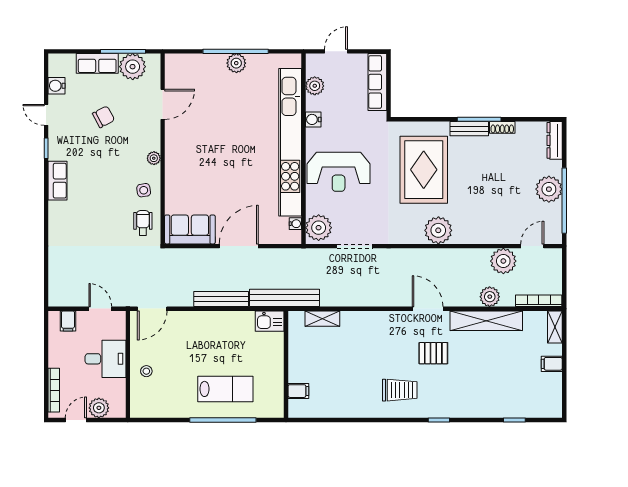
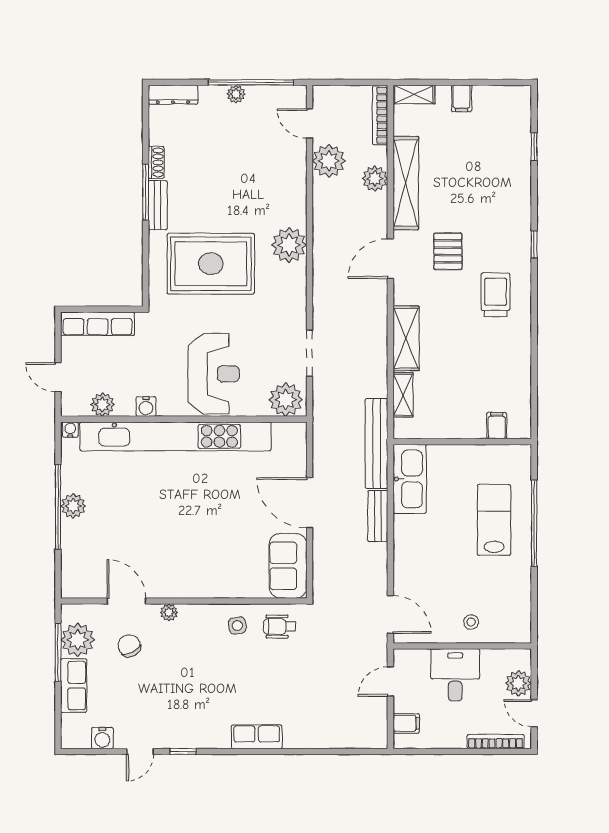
chair: (104, 117) -> (129, 646), moved
plant: (154, 158) -> (169, 612), moved
row of seats: (58, 181) -> (257, 737), moved
plant: (549, 189) -> (236, 94), width x0.53, depth x0.53
water cooler: (295, 224) -> (70, 430), moved
bench: (221, 299) -> (378, 516), width x0.73
kitchen sink: (270, 321) -> (410, 479), width x1.88, depth x1.24
shelving: (366, 321) -> (406, 338), added

